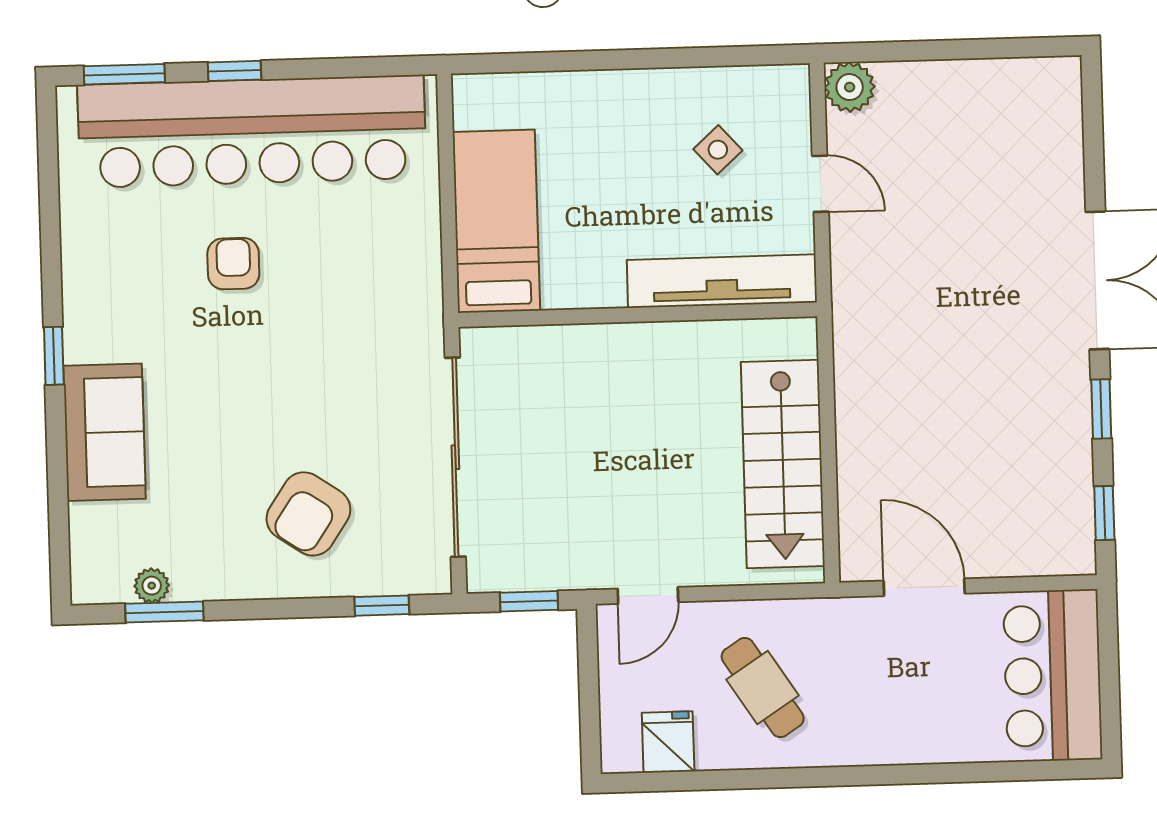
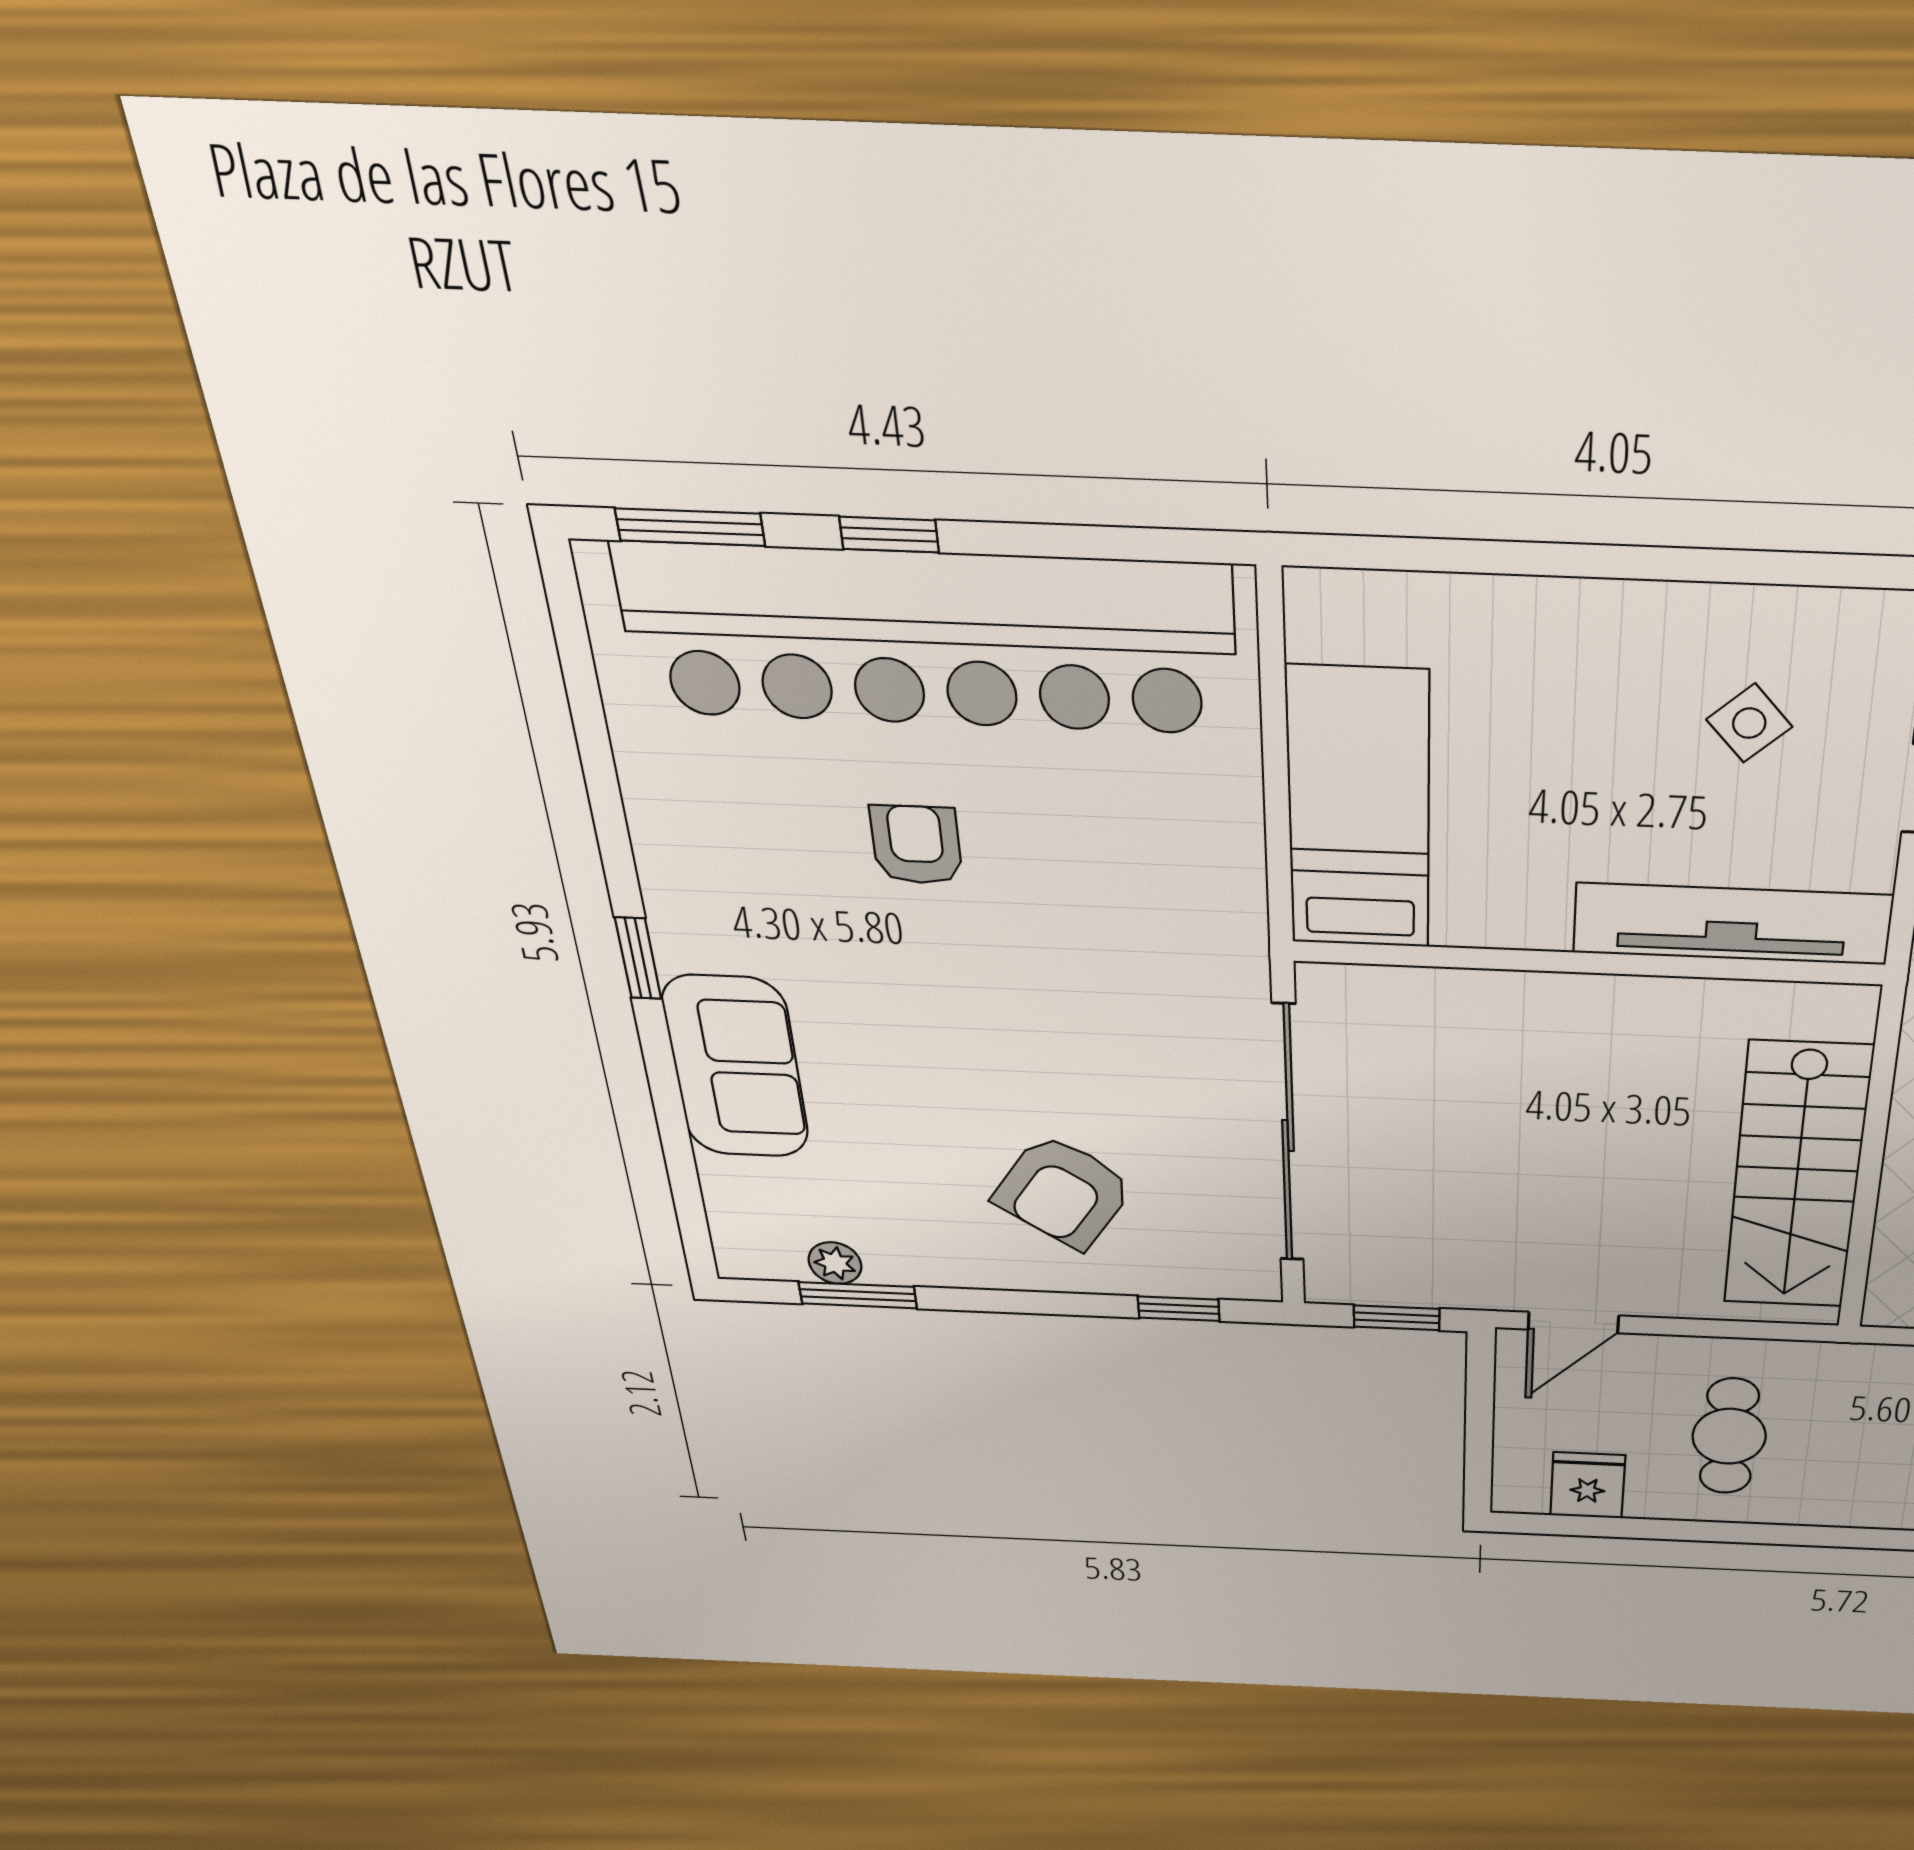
cafe table: (763, 687) -> (1729, 1436), turned 33

